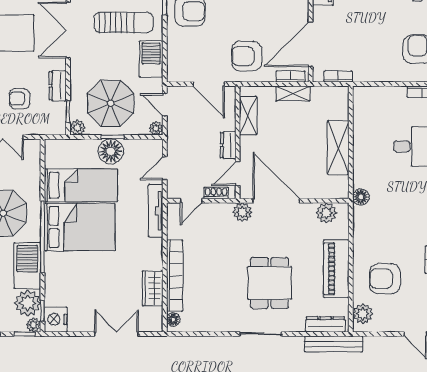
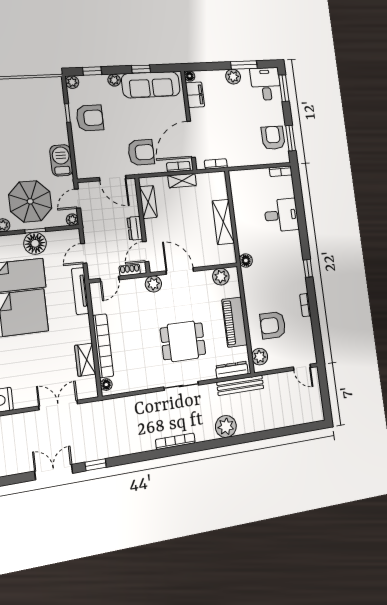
sun lounger: (123, 22) -> (34, 131), removed
armchair: (247, 56) -> (141, 152), turned 180
door: (165, 105) -> (77, 199), hinge flipped
door: (276, 201) -> (180, 271), width x0.73
dining table: (270, 283) -> (183, 341), turned 90

